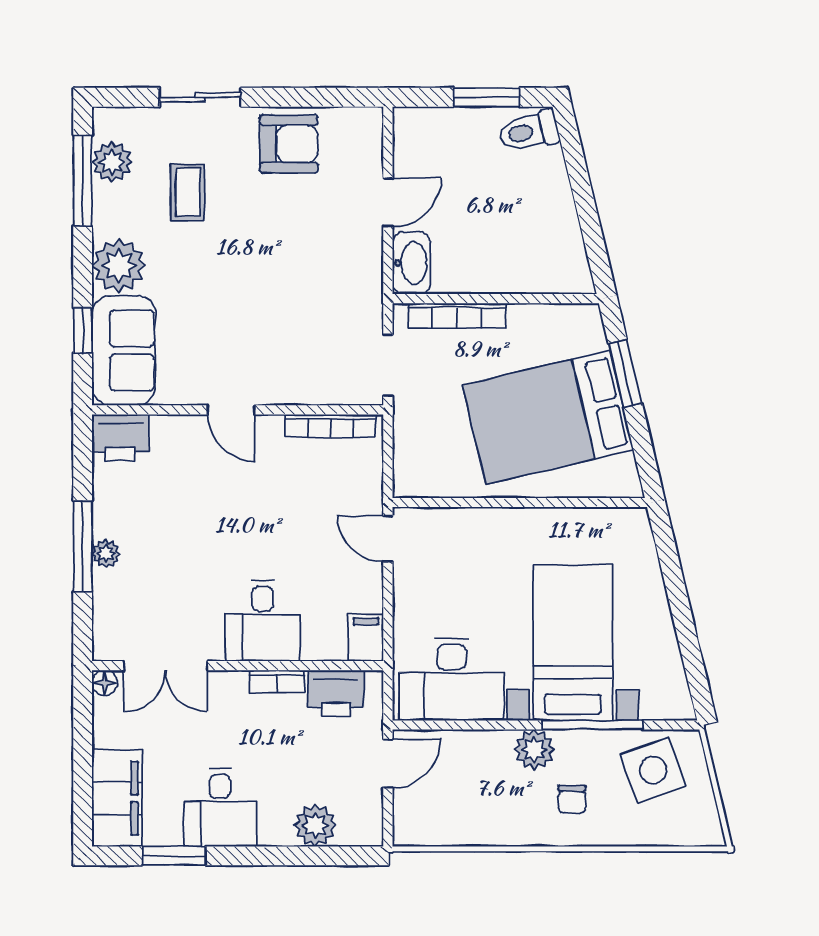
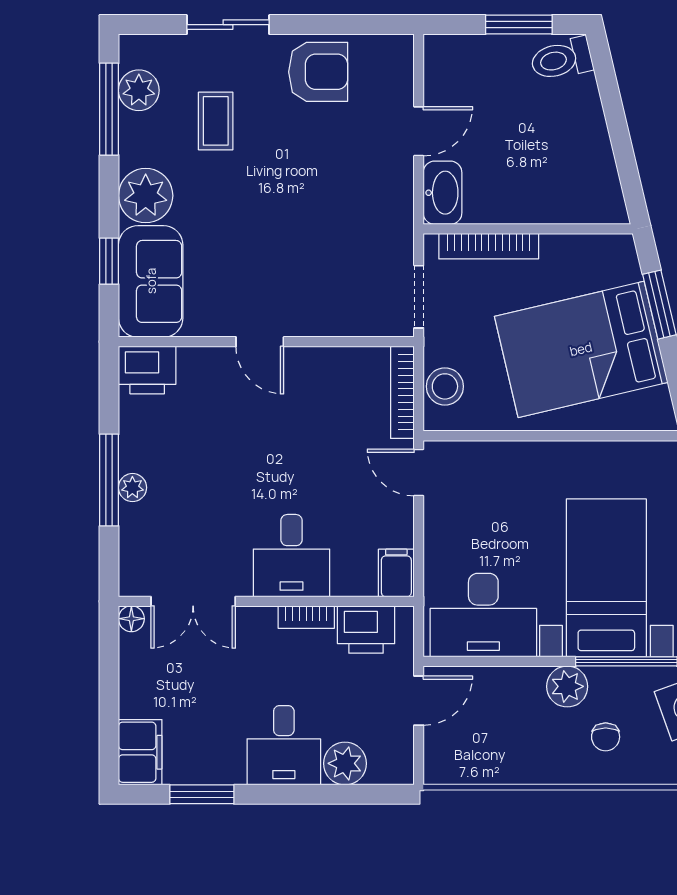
bookcase: (330, 426) -> (402, 392), moved, turned 90
stool: (414, 454) -> (445, 386), added
filing cabinet: (117, 798) -> (140, 752), width x0.67, depth x0.86
desk: (220, 807) -> (284, 745), moved

